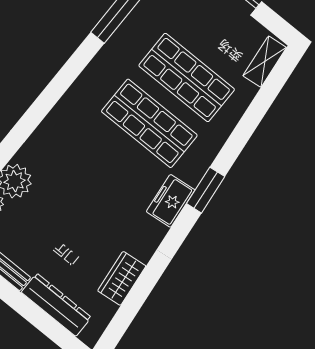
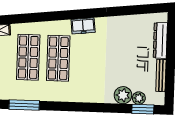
window: (206, 190) -> (68, 15), removed
wardrobe: (122, 278) -> (130, 22), removed

